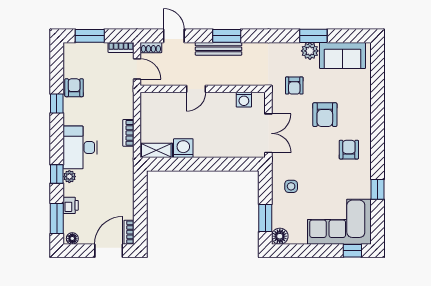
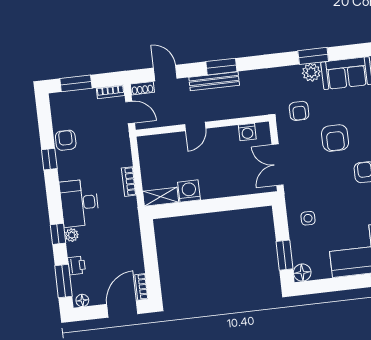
double door: (268, 133) -> (277, 165), swing flipped

